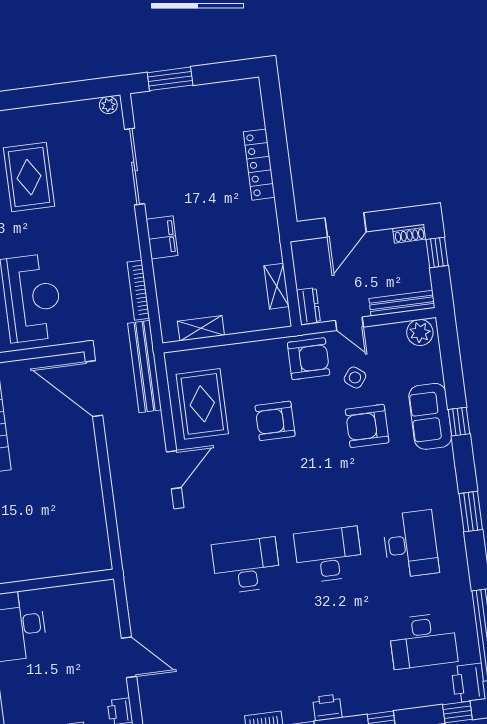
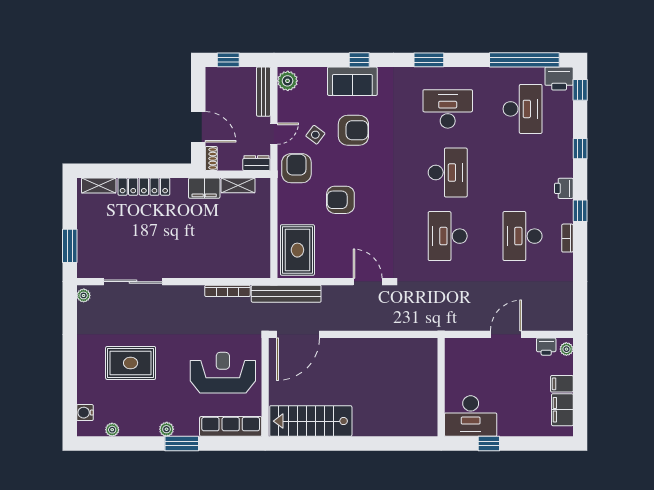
shoe rack: (409, 234) -> (211, 159), moved
filing cabinet: (162, 237) -> (204, 188), moved, turned 180
shelving: (201, 328) -> (99, 185), moved, turned 90
rug: (202, 404) -> (297, 250), moved, turned 90
armchair: (275, 421) -> (340, 200), turned 90
armchair: (367, 426) -> (353, 130), turned -90
desk: (328, 555) -> (448, 172), turned 180
desk: (259, 662) -> (523, 236), added

